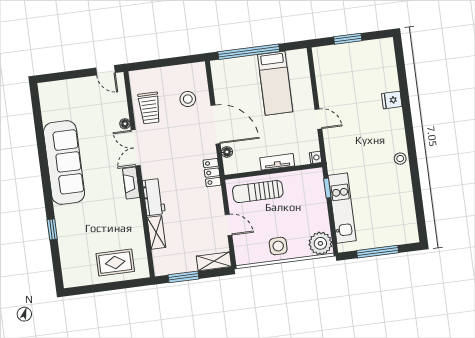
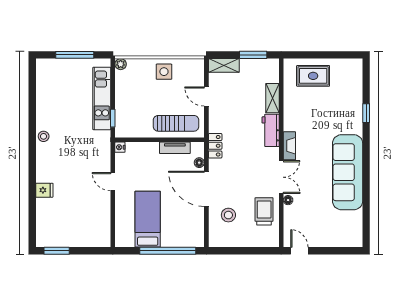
window: (348, 39) -> (57, 251), moved
tv unit: (277, 162) -> (175, 148), moved
plant: (320, 243) -> (121, 64), width x0.53, depth x0.53

